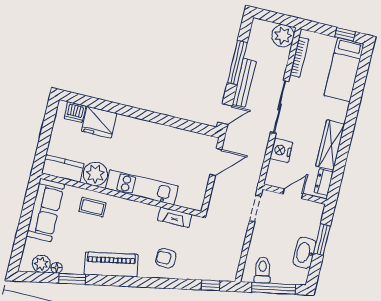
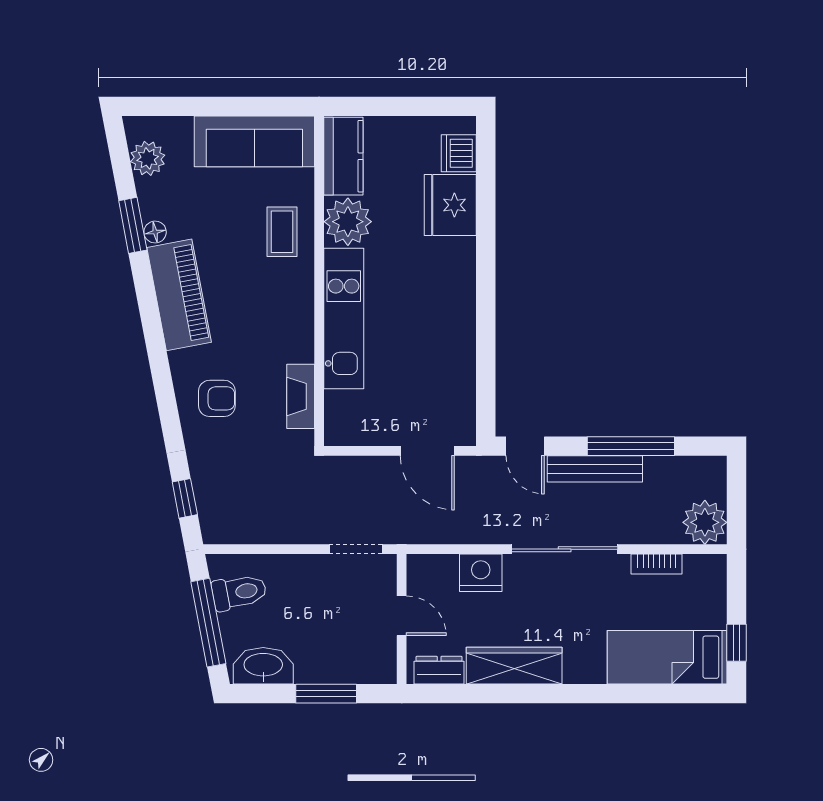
bookcase: (299, 57) -> (657, 564), width x0.64
washbasin: (304, 253) -> (263, 666), moved
armchair: (166, 258) -> (217, 398), turned 90
floor lamp: (57, 268) -> (155, 232), moved

